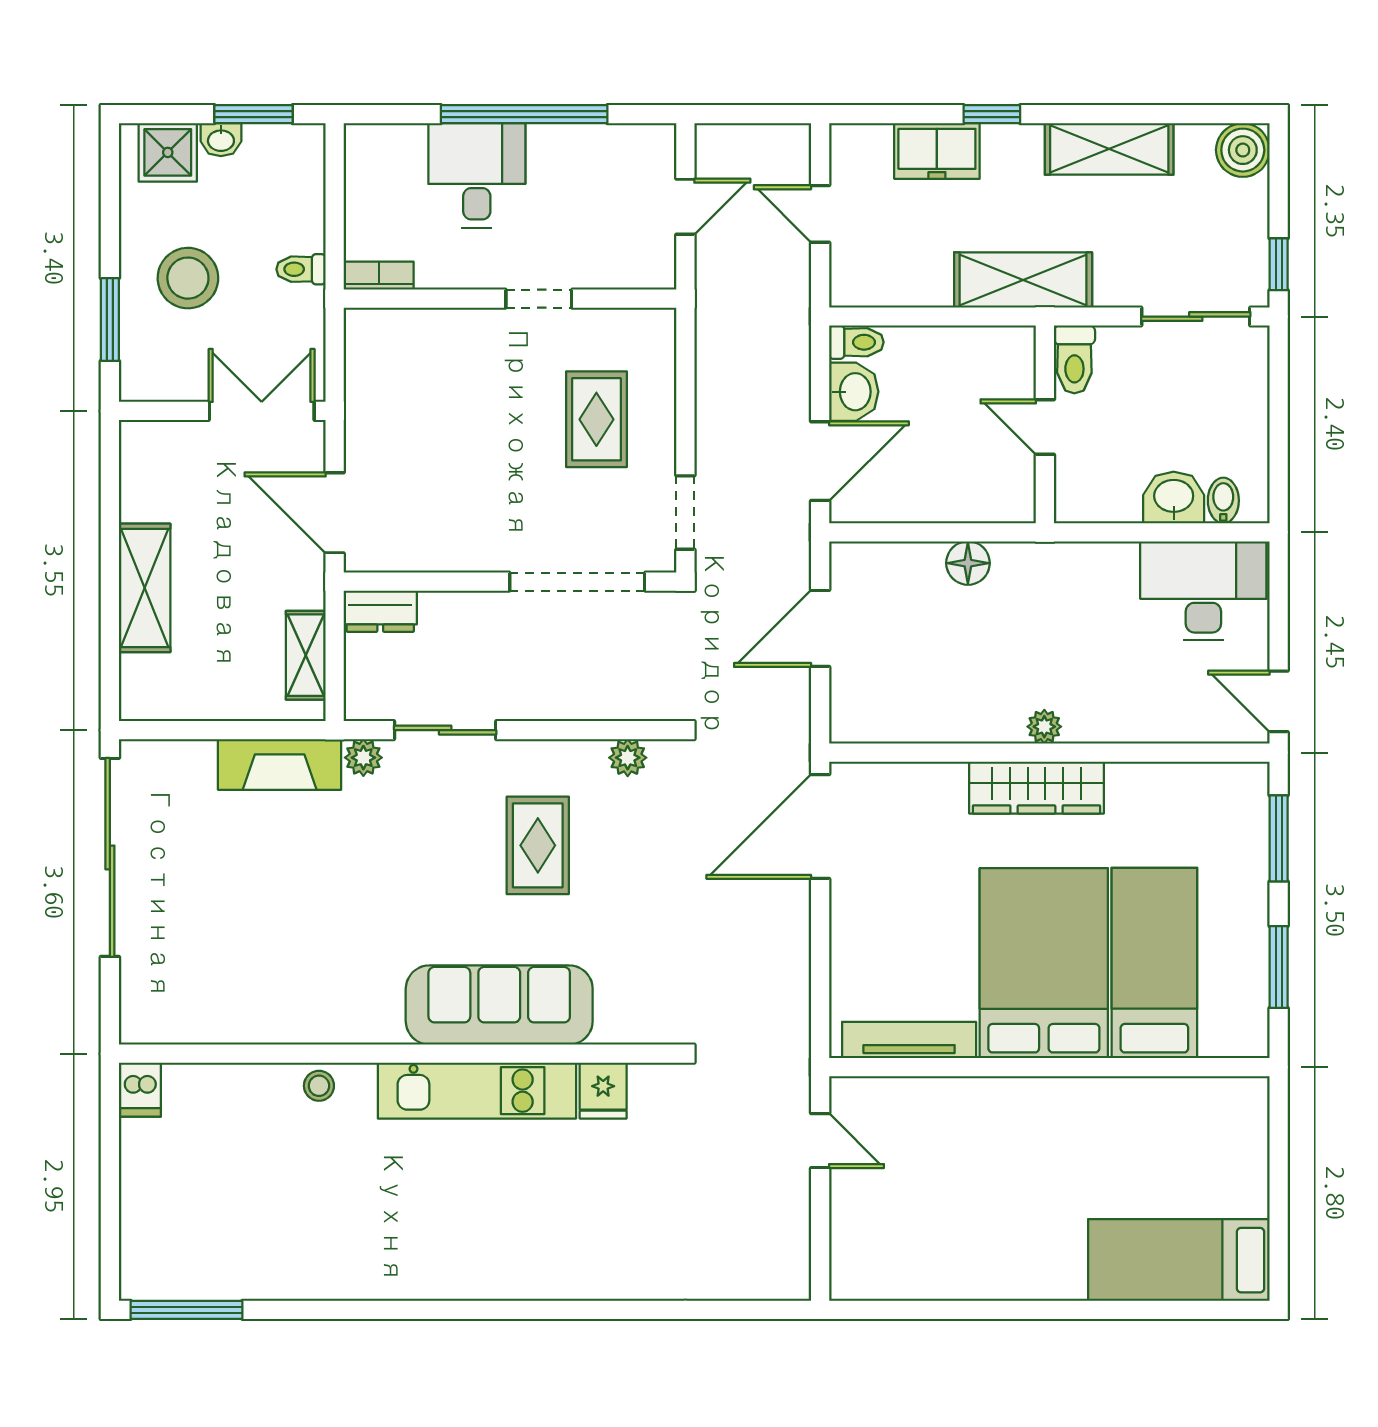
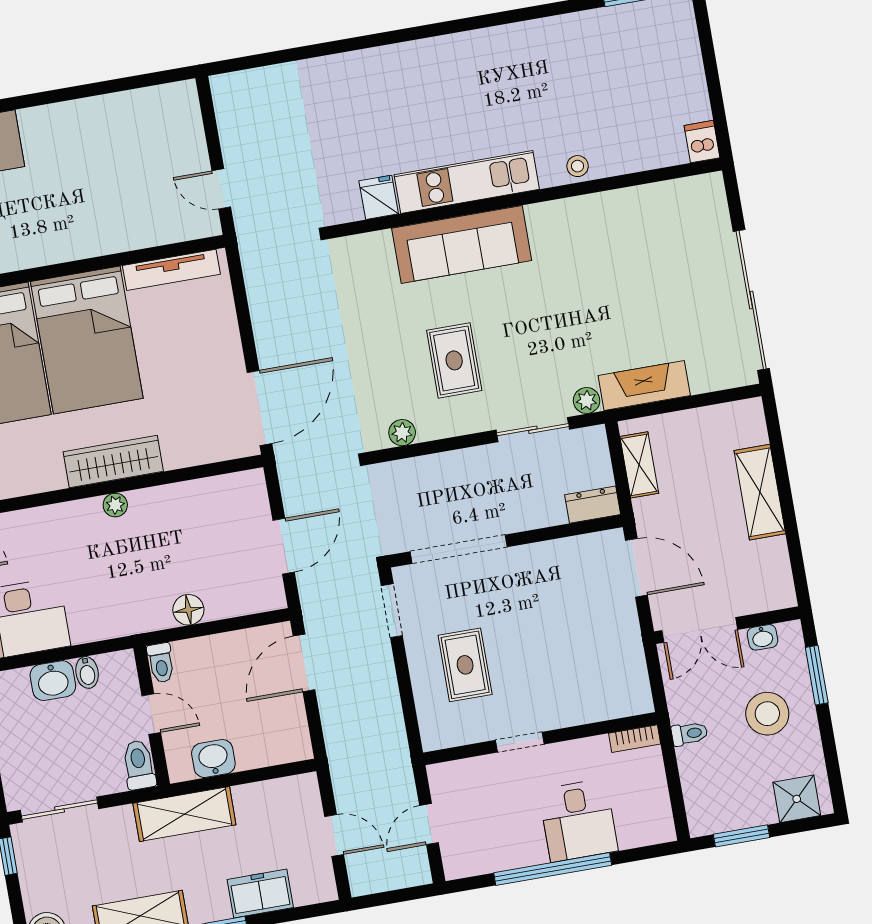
washbasin: (221, 140) -> (762, 637), moved, turned 180
toilet: (856, 342) -> (161, 663), moved, turned -90
washbasin: (854, 392) -> (213, 759), moved, turned 90
bidet: (1223, 500) -> (87, 672), moved

